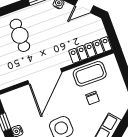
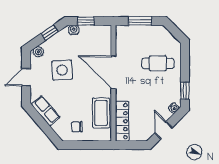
chair: (92, 98) -> (77, 127), moved

